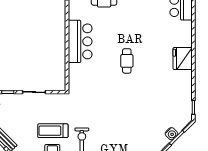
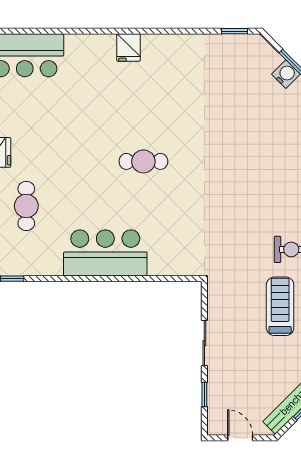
fridge: (183, 59) -> (129, 48), width x0.53, depth x0.75
treadmill: (53, 131) -> (280, 306), turned 180

